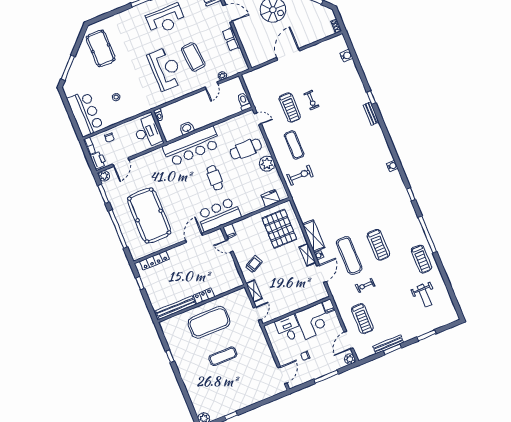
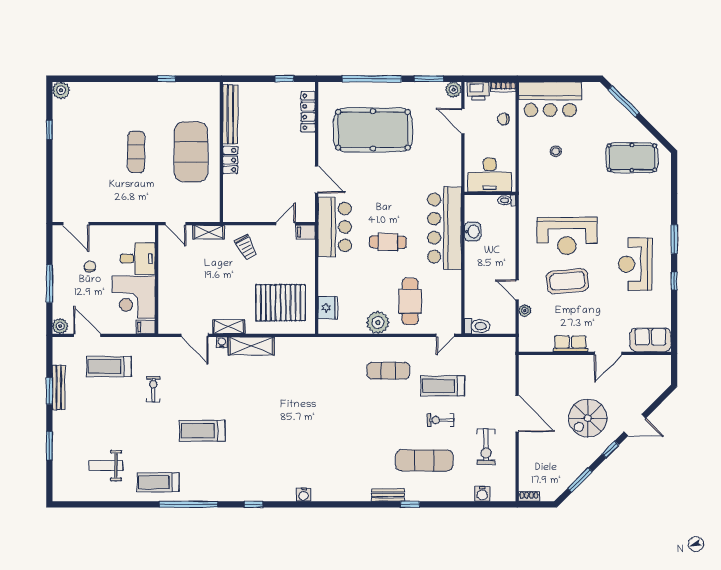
exercise bike: (300, 175) -> (486, 447), moved
exercise mat: (349, 256) -> (424, 460), moved

